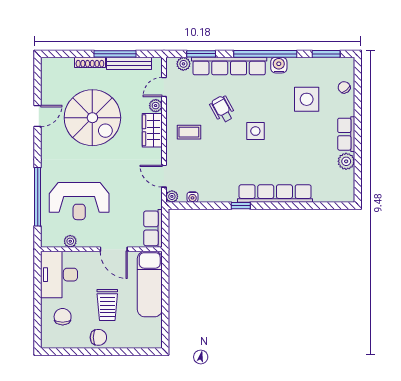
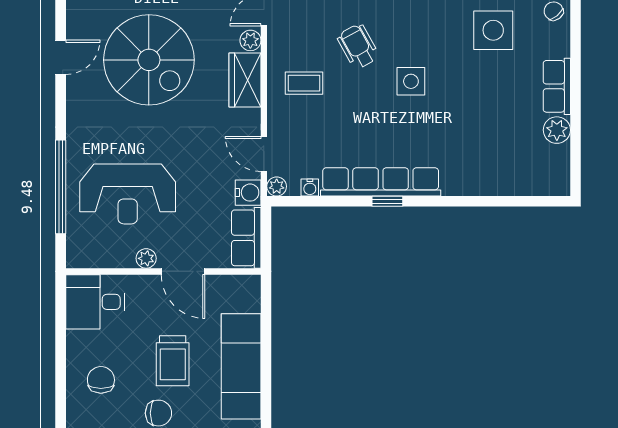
row of seats: (275, 194) -> (381, 182), moved
water cooler: (154, 200) -> (248, 193), added
plant: (70, 241) -> (146, 258), moved
desk: (59, 275) -> (95, 302), width x0.73
exam couch: (150, 284) -> (241, 366), moved

